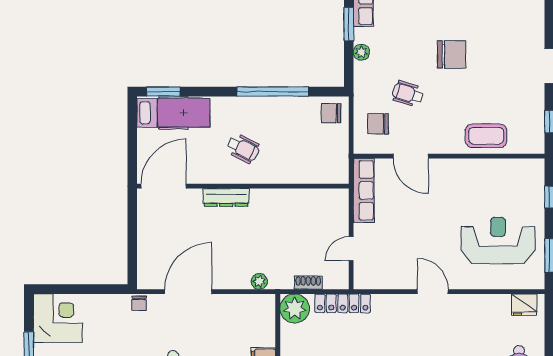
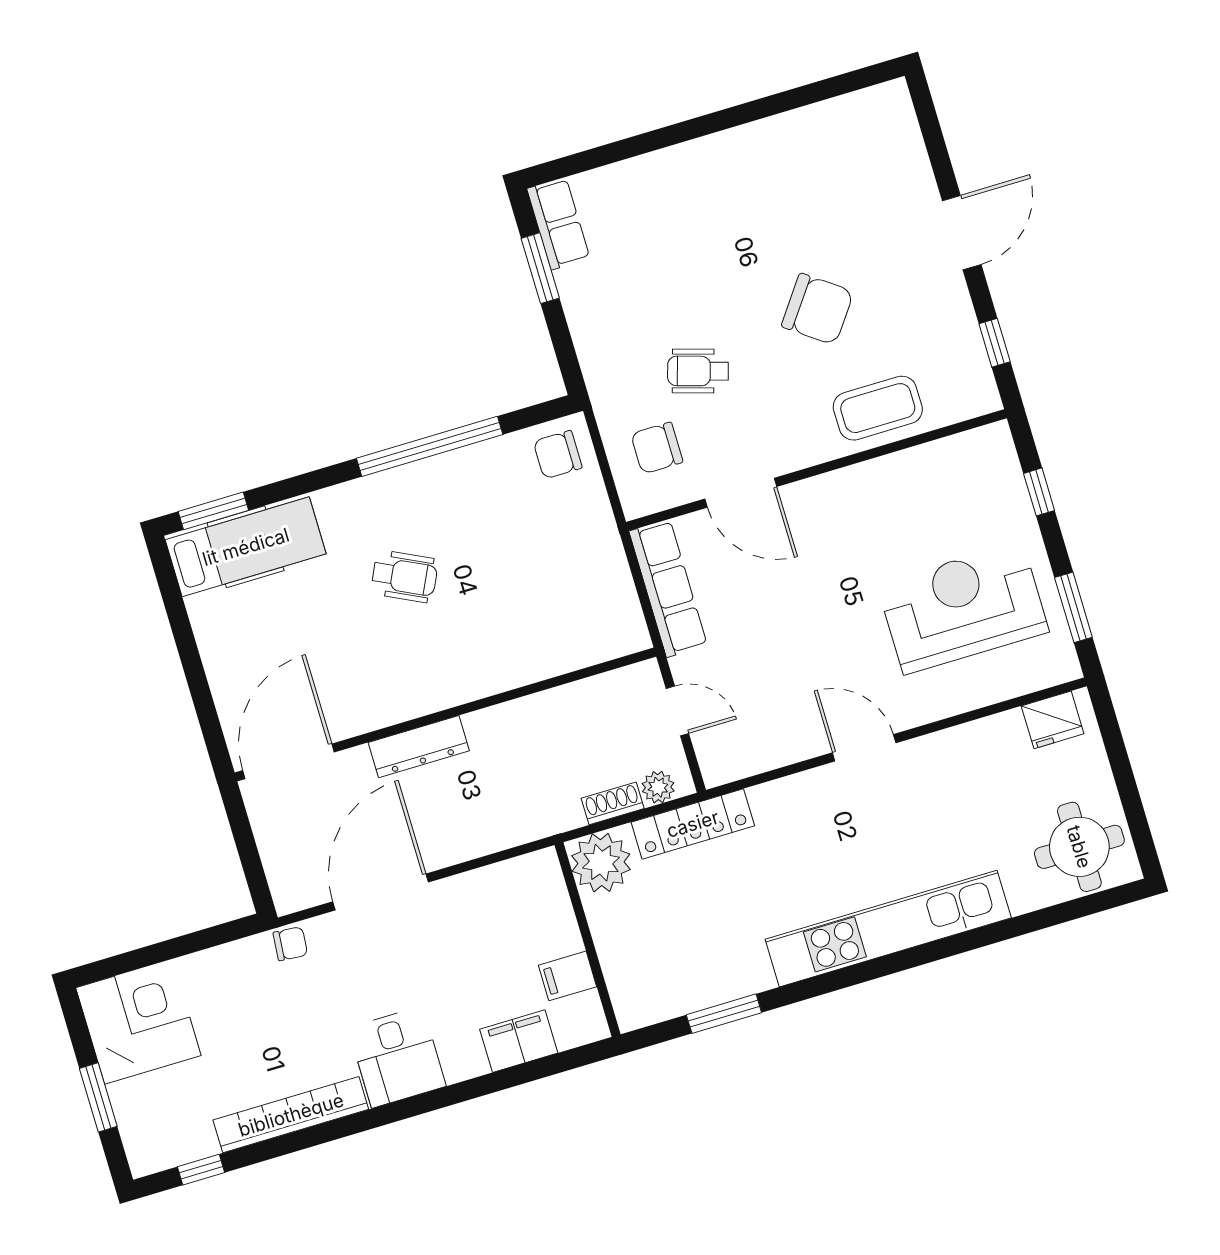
plant: (361, 52) -> (582, 316), removed
chair: (452, 54) -> (818, 309), moved, turned 36
door: (164, 186) -> (289, 761), moved
wall: (243, 186) -> (445, 714), moved
dresser: (226, 197) -> (419, 747), moved
door: (351, 249) -> (677, 711), swing flipped
plant: (259, 281) -> (658, 787), moved
chair: (139, 303) -> (290, 944), turned -85

